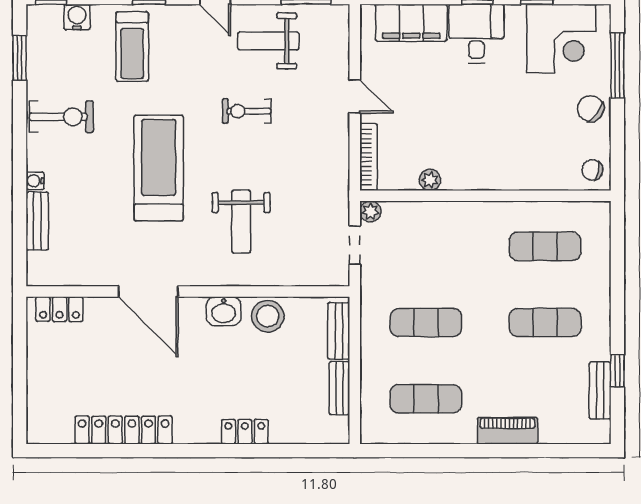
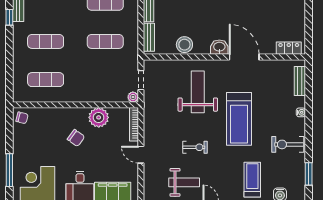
chair: (591, 109) -> (76, 138), moved
plant: (430, 180) -> (99, 117), width x1.87, depth x1.87
bench: (37, 221) -> (300, 81), moved
weight bench: (241, 222) -> (198, 92), width x1.36, depth x1.33
washbasin: (224, 311) -> (219, 47), moved

